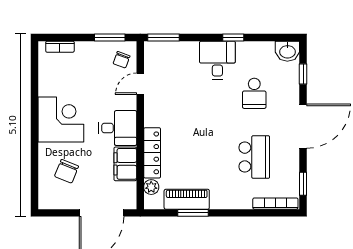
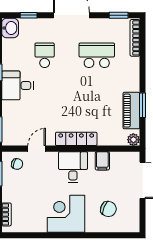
door: (140, 84) -> (37, 149), swing flipped
school desk: (254, 93) -> (45, 55), turned -90
locker: (152, 153) -> (76, 139), moved
filing cabinet: (125, 164) -> (102, 161), width x0.50
plant: (151, 187) -> (133, 140), moved

